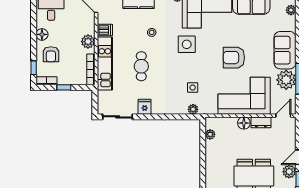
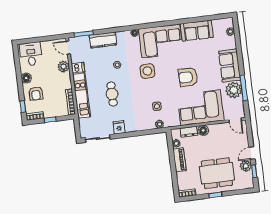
plant: (88, 42) -> (64, 67), moved
door: (283, 116) -> (235, 120), swing flipped
dresser: (261, 122) -> (189, 132), moved
piano: (211, 154) -> (180, 160), added

